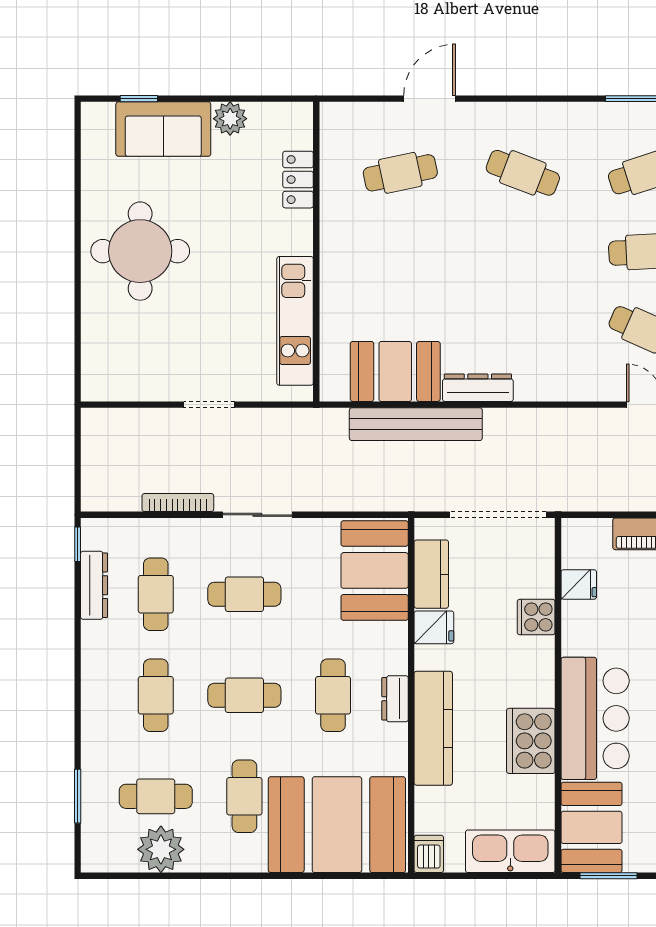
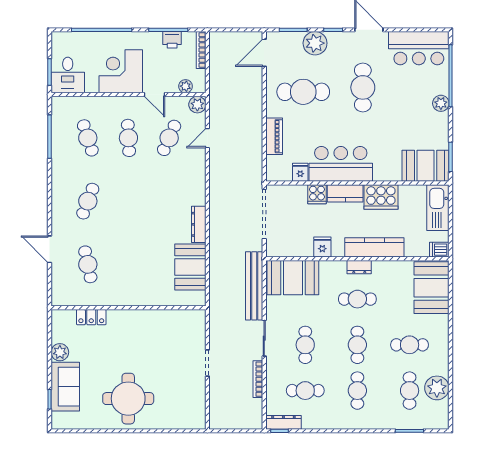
kitchen unit: (295, 321) -> (164, 319), removed
bench: (416, 424) -> (254, 286), moved
kitchen counter: (431, 574) -> (345, 193), moved, turned 180
dresser: (94, 585) -> (283, 422), moved
cafe table: (156, 695) -> (357, 391), turned 90
bar counter: (595, 718) -> (341, 164), moved
booth: (337, 825) -> (432, 288), width x0.73, depth x0.70

